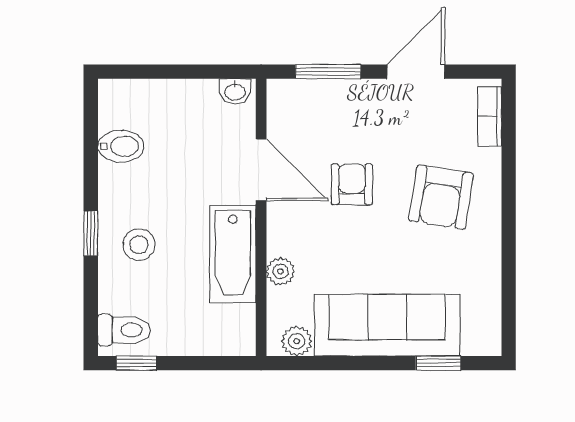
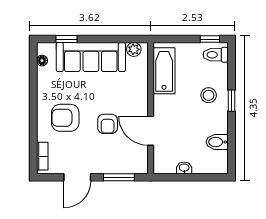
washbasin: (235, 91) -> (184, 168), moved
armchair: (441, 197) -> (65, 118), turned -99
bathtub: (233, 254) -> (164, 71), moved
plant: (280, 271) -> (141, 83), removed
floor lamp: (490, 318) -> (42, 61), added

